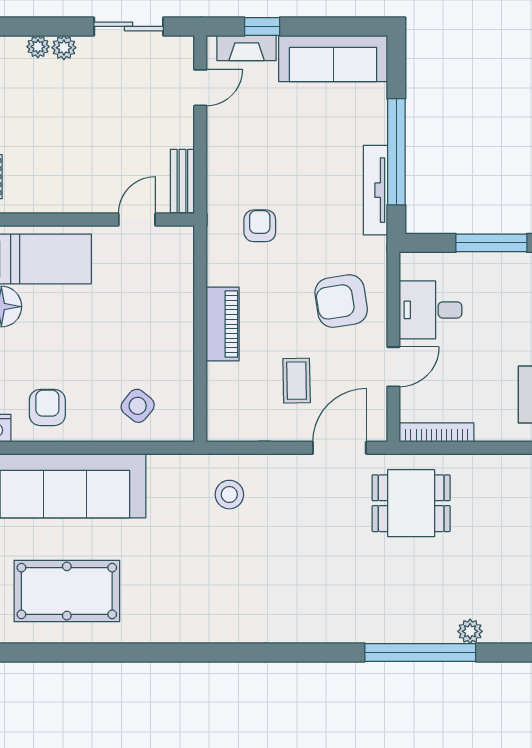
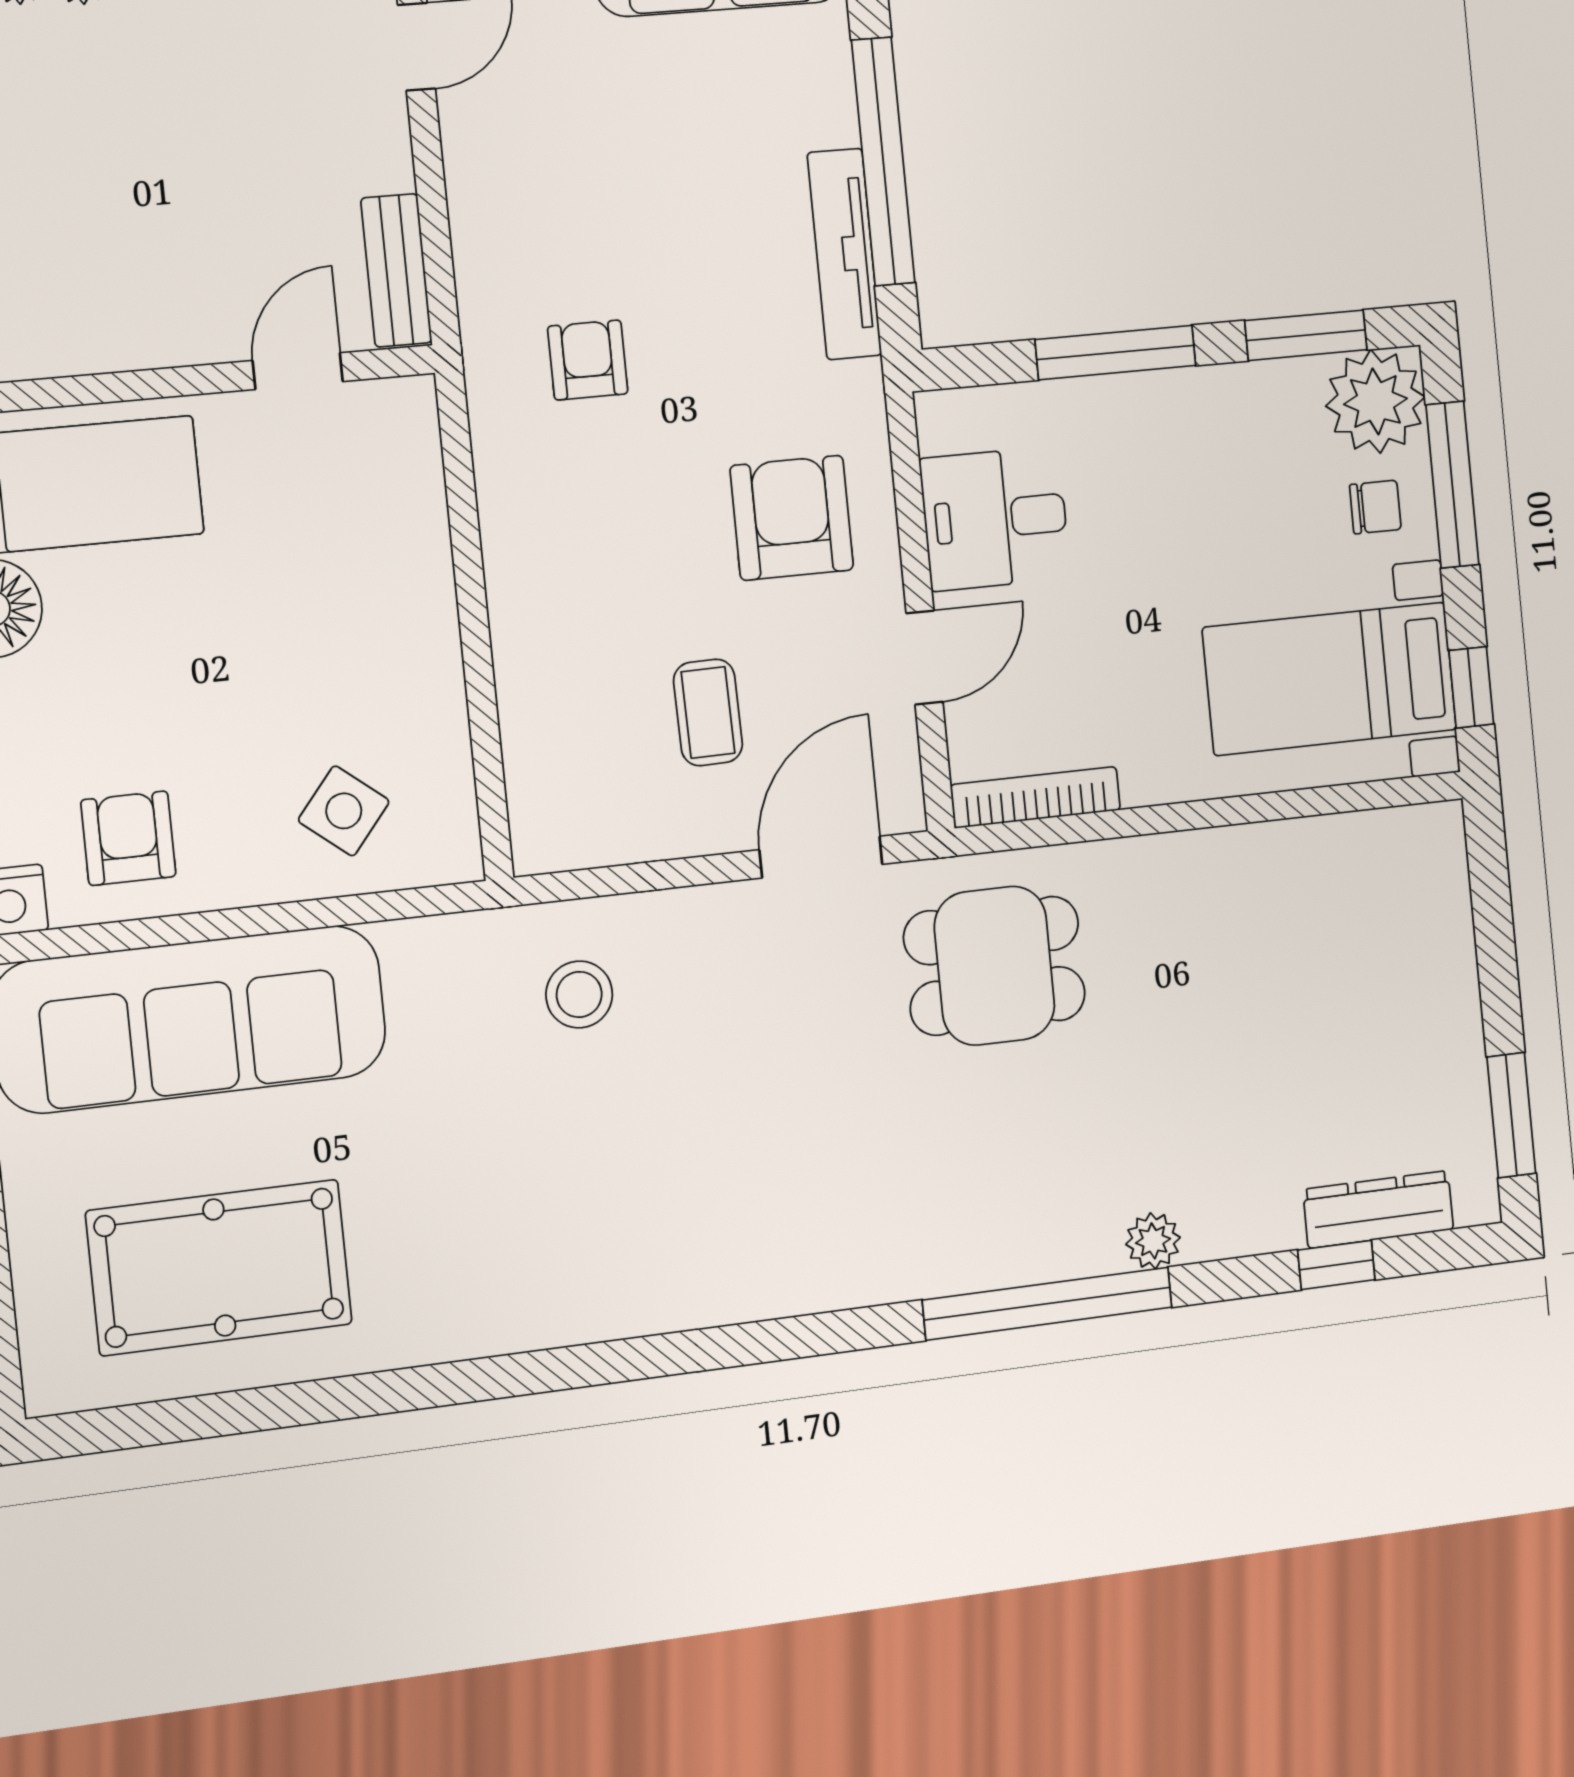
armchair: (341, 301) -> (792, 518), turned 99
piano: (223, 324) -> (524, 598), removed

